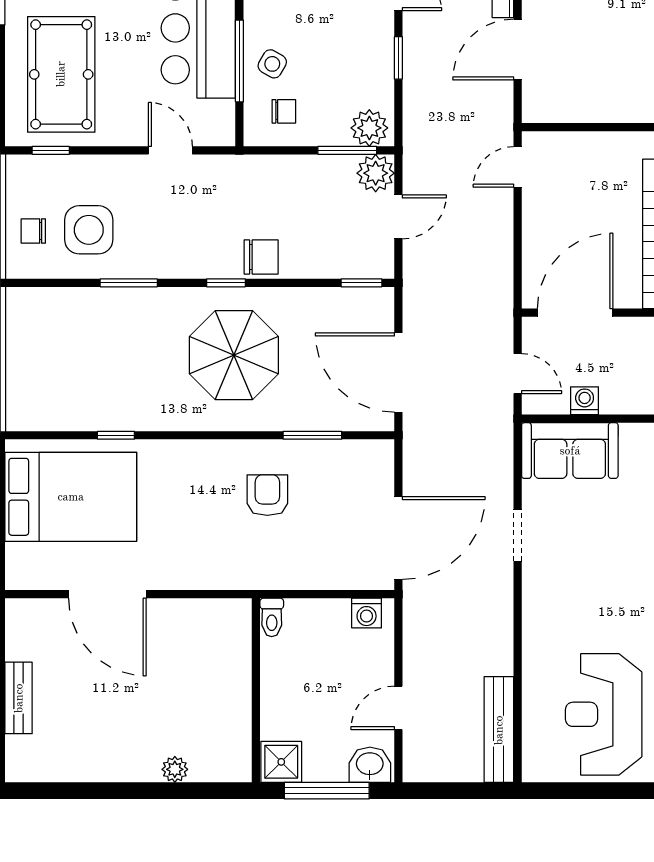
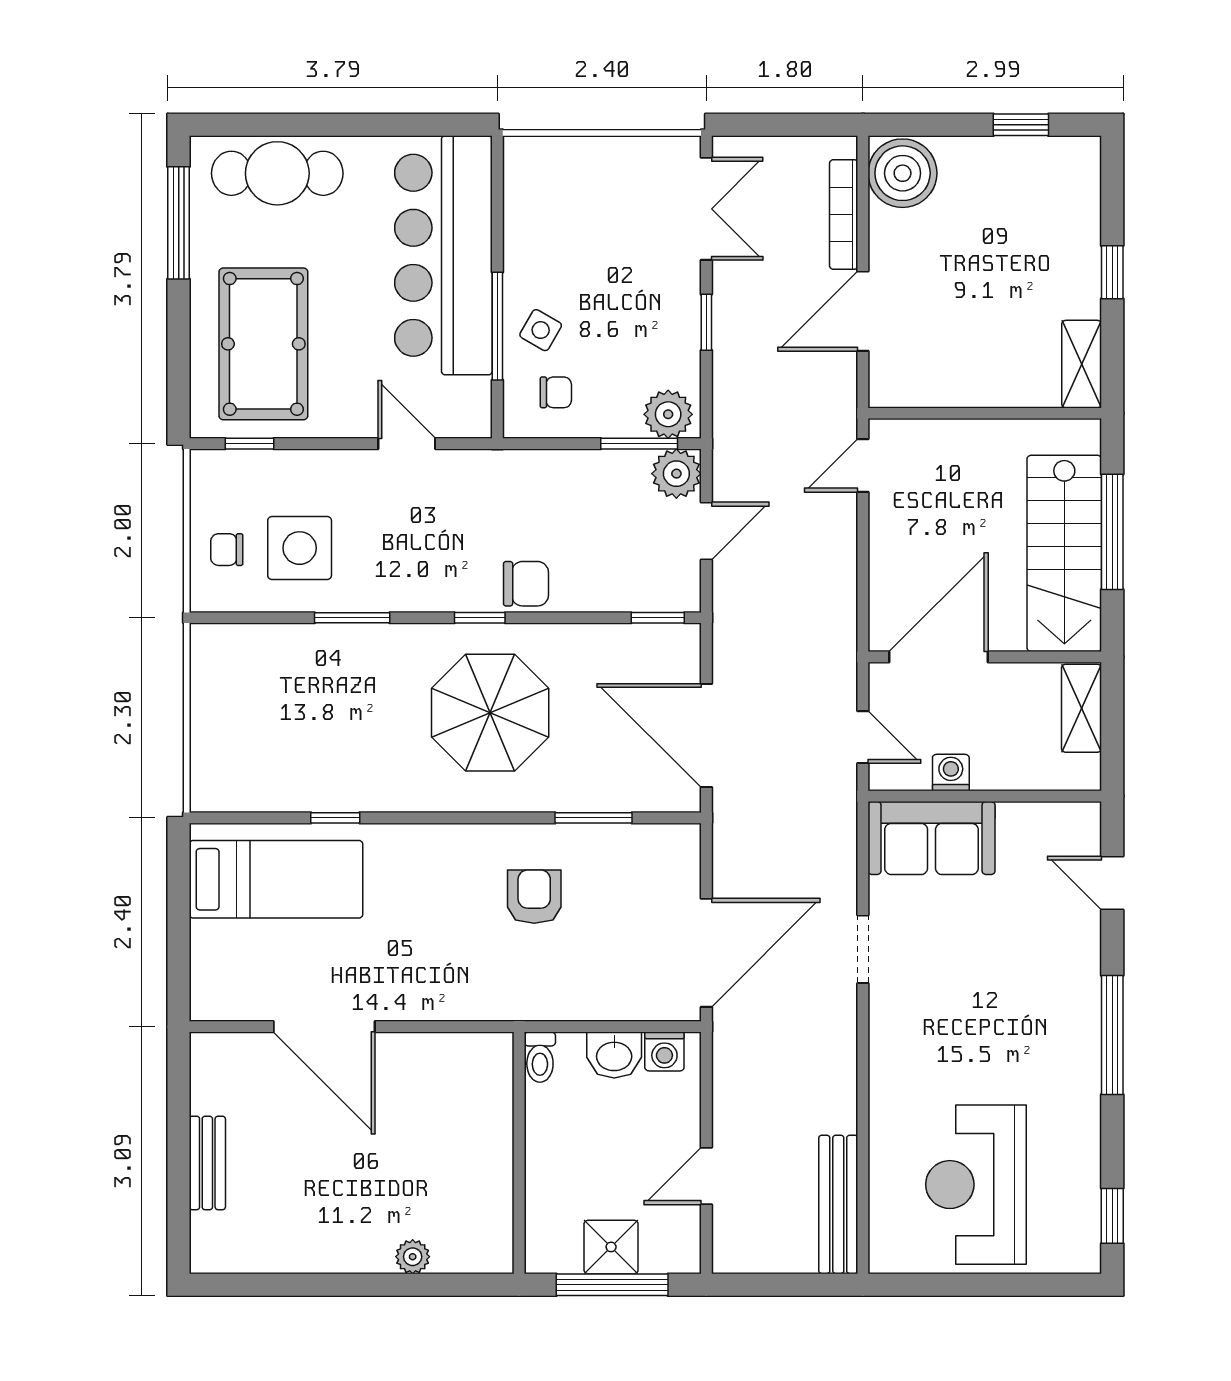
bed: (71, 497) -> (276, 879), width x0.67
shower: (281, 762) -> (611, 1247), moved
washbasin: (370, 765) -> (614, 1055), moved, turned 180

